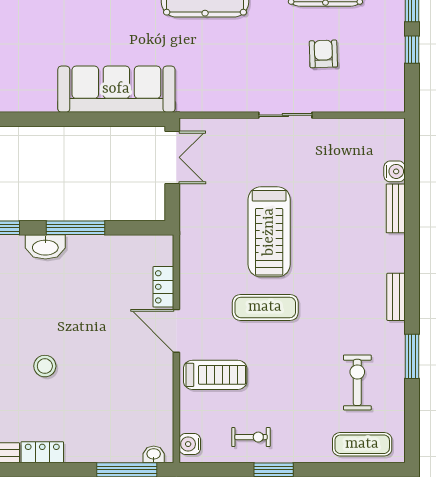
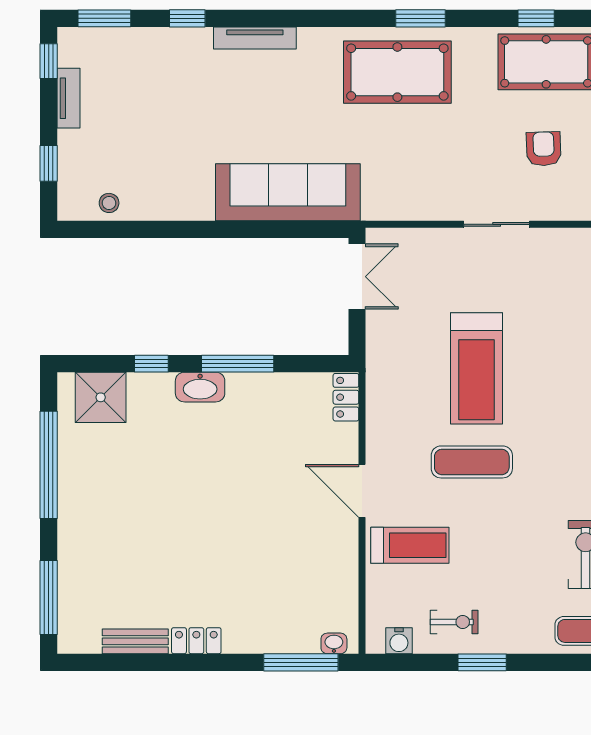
locker: (163, 287) -> (346, 397), moved
stool: (45, 366) -> (200, 534), removed
water cooler: (190, 444) -> (399, 641), moved, turned -90

